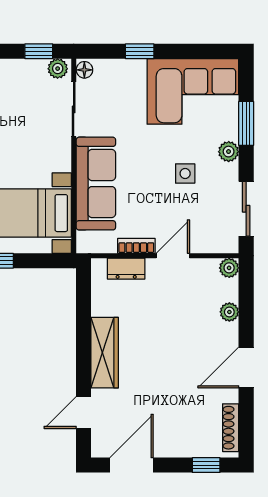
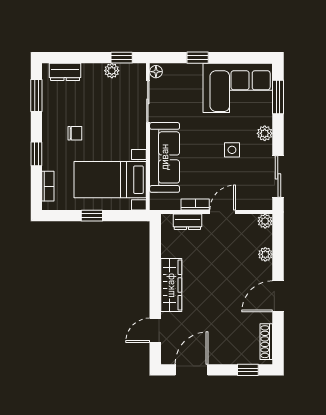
plant: (58, 69) -> (112, 71), moved
window: (246, 123) -> (278, 97), moved

